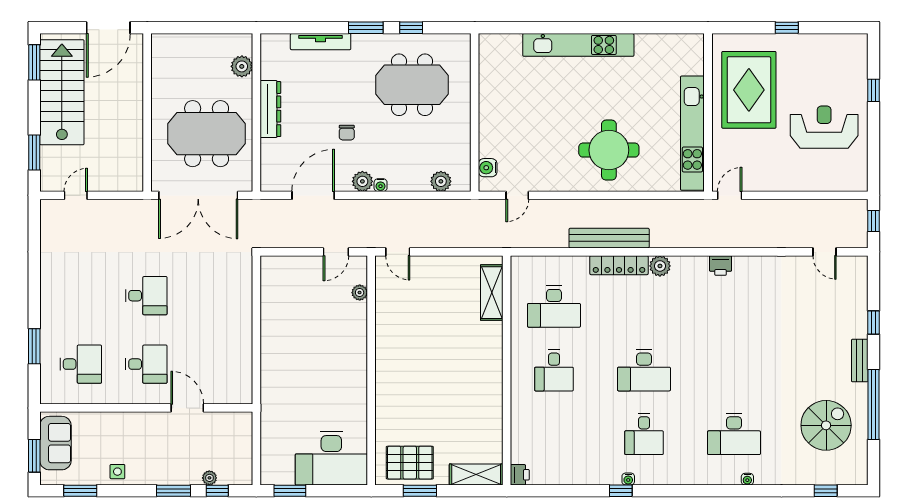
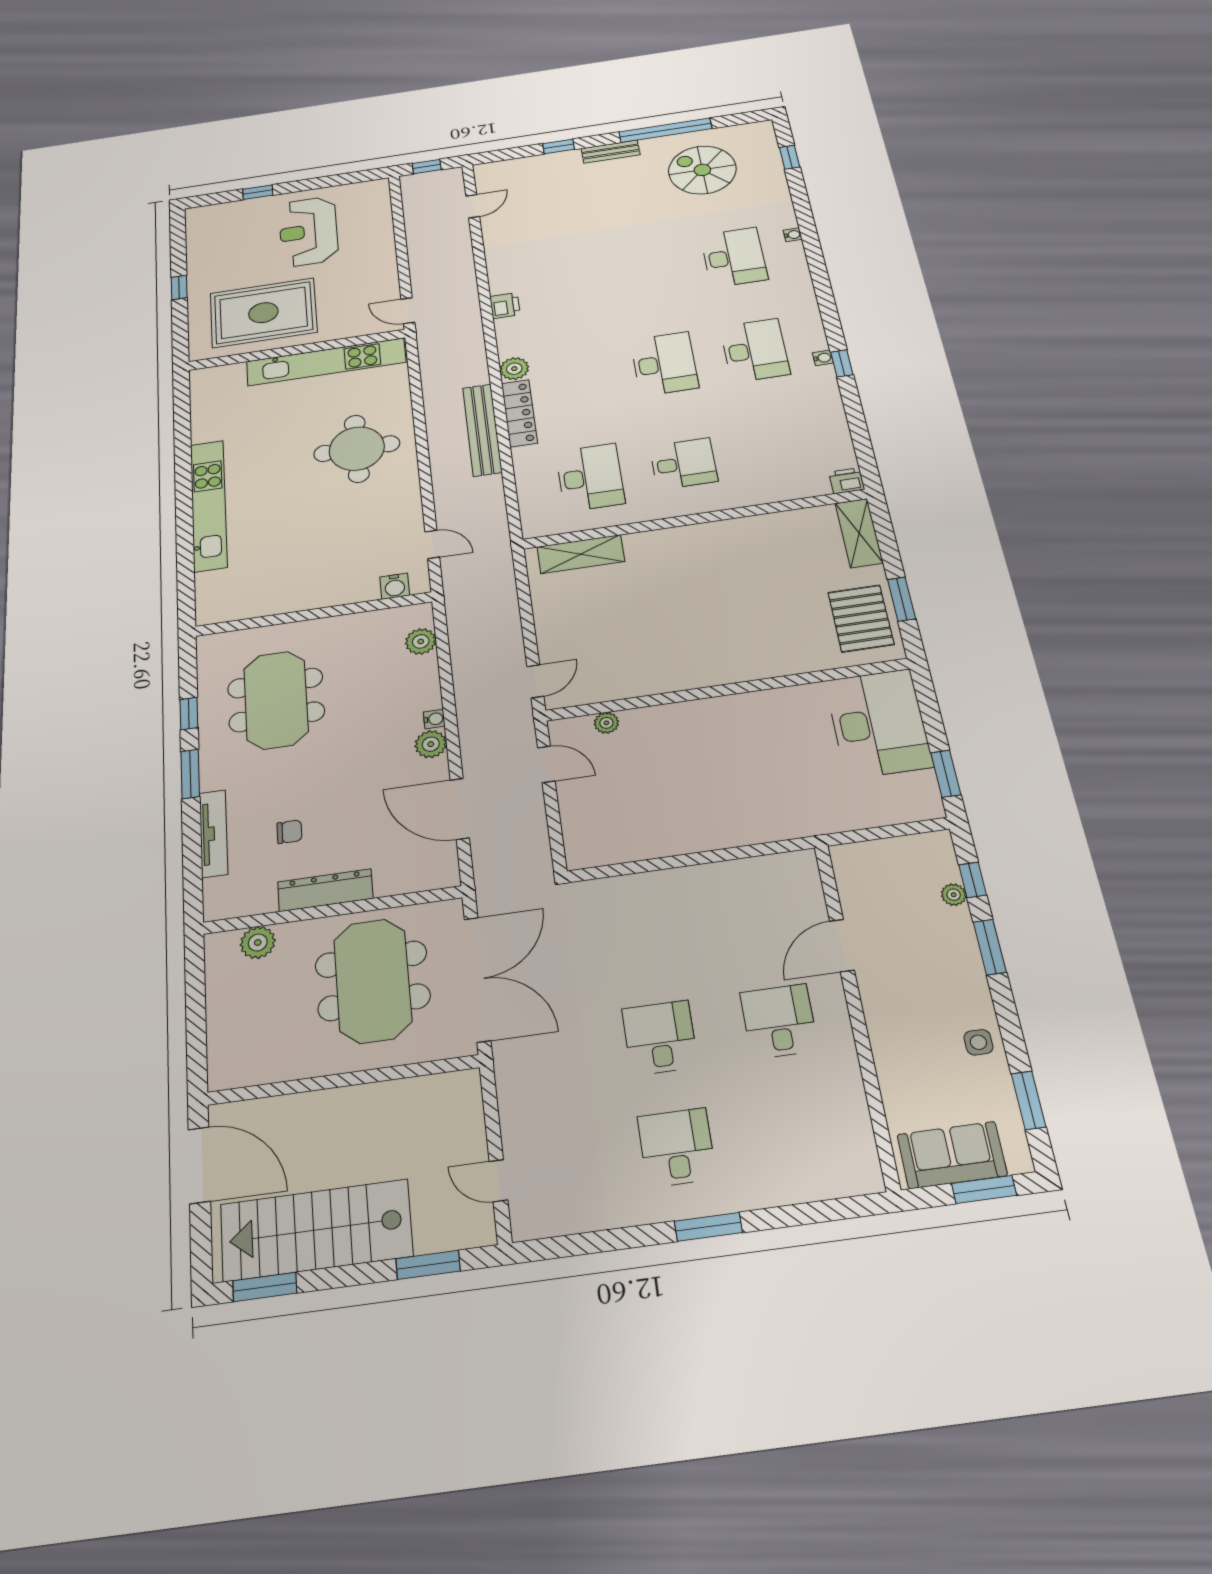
chair: (347, 133) -> (289, 832), moved
window: (34, 346) -> (708, 1227), moved
desk: (81, 364) -> (677, 1147), moved
desk: (644, 434) -> (755, 350), width x1.37

